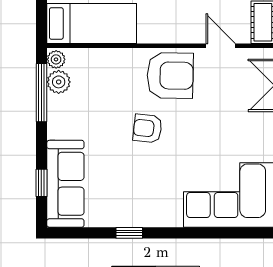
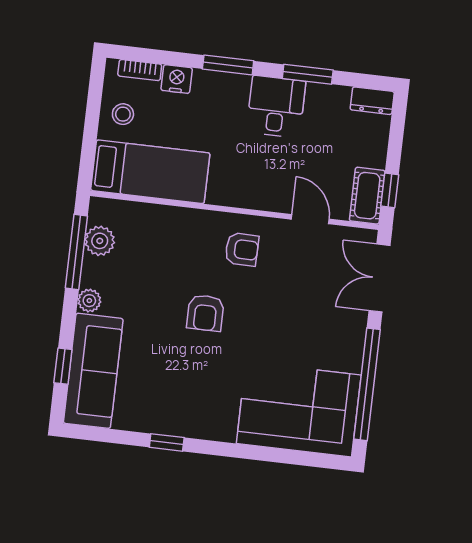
plant: (56, 59) -> (89, 301), moved
armchair: (170, 76) -> (242, 249), width x0.53, depth x0.53
armchair: (148, 128) -> (205, 313), turned -96

